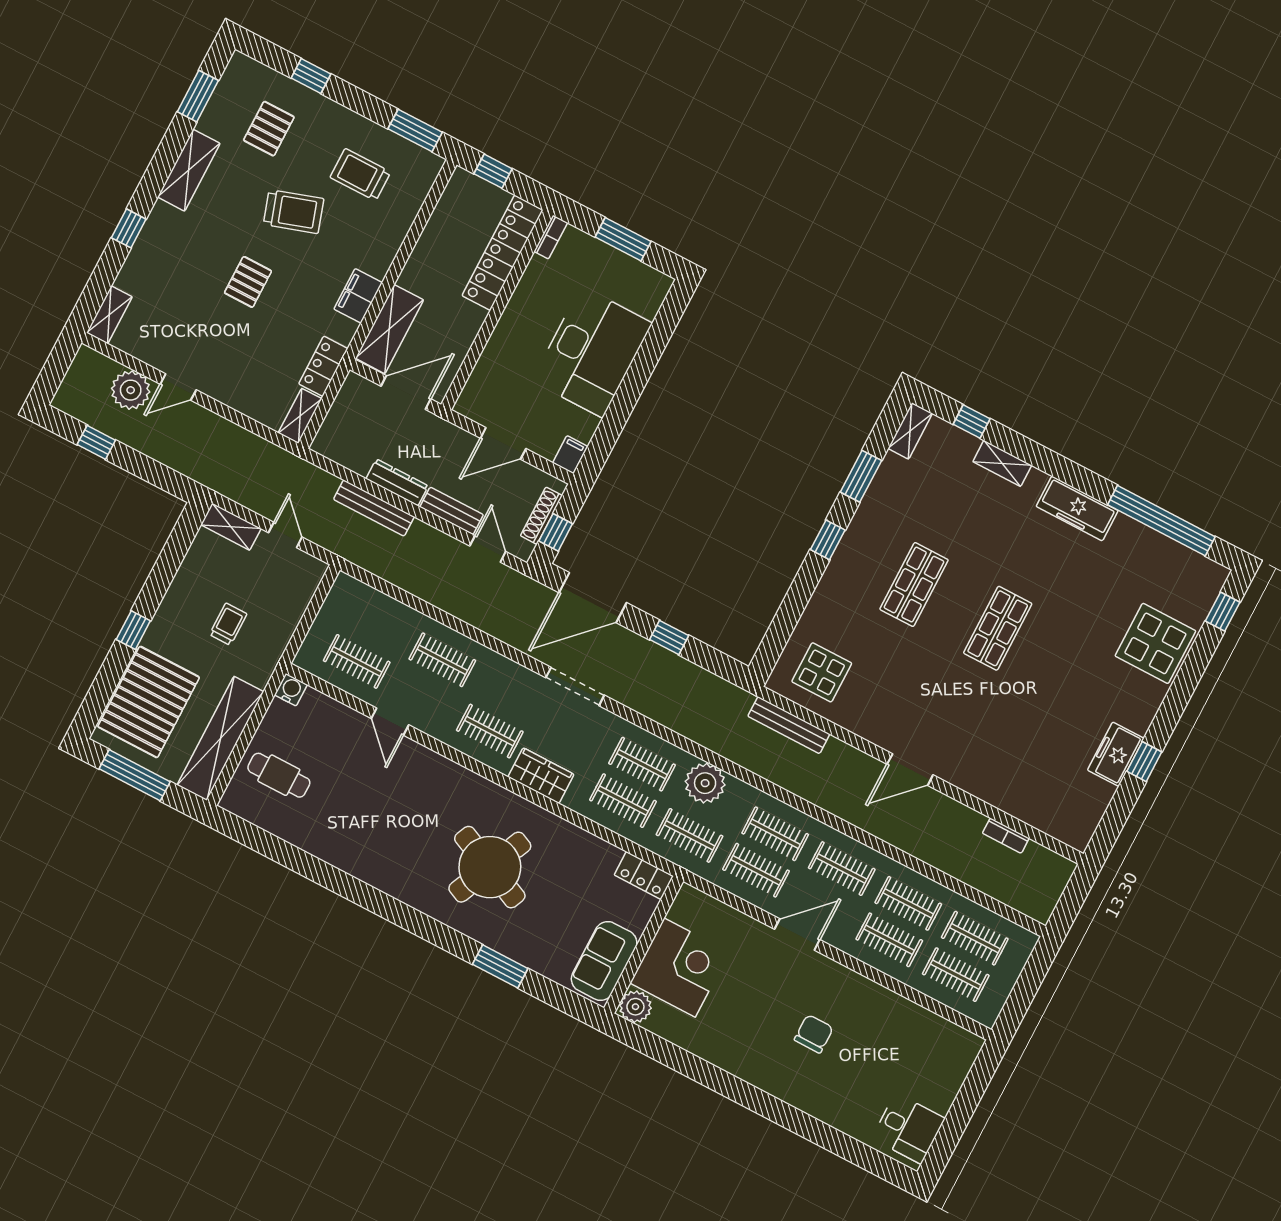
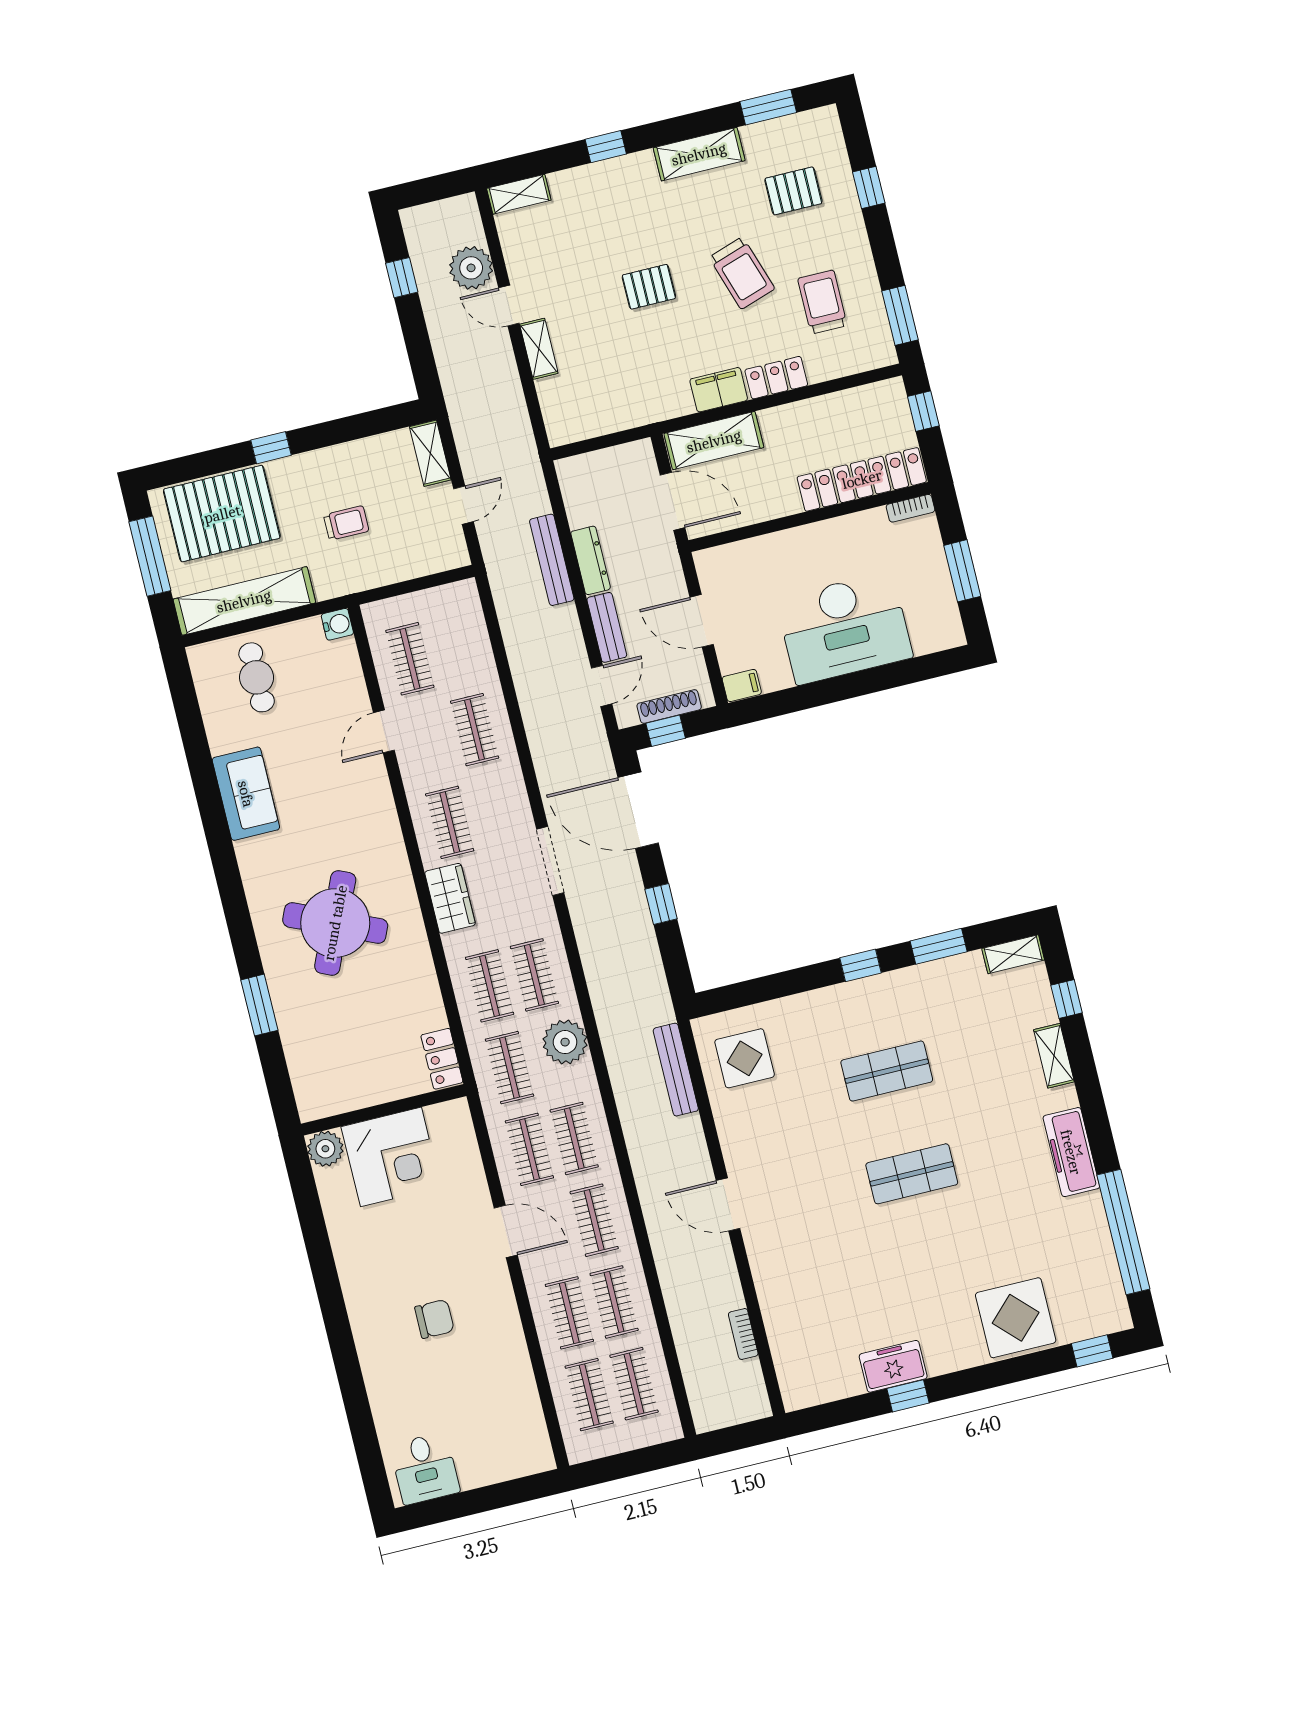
locker: (323, 366) -> (776, 378), moved
shelving: (300, 416) -> (539, 349), moved, turned 90
sofa: (604, 961) -> (246, 794), moved, turned 90

